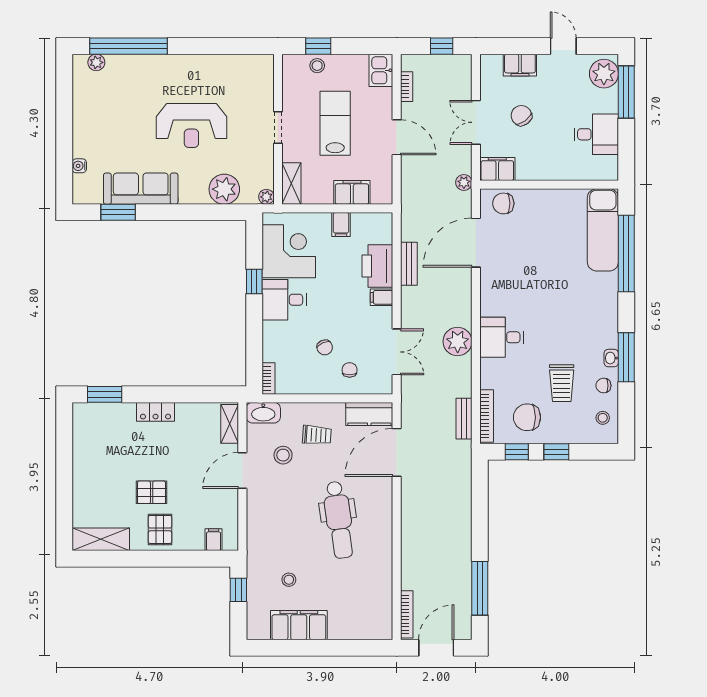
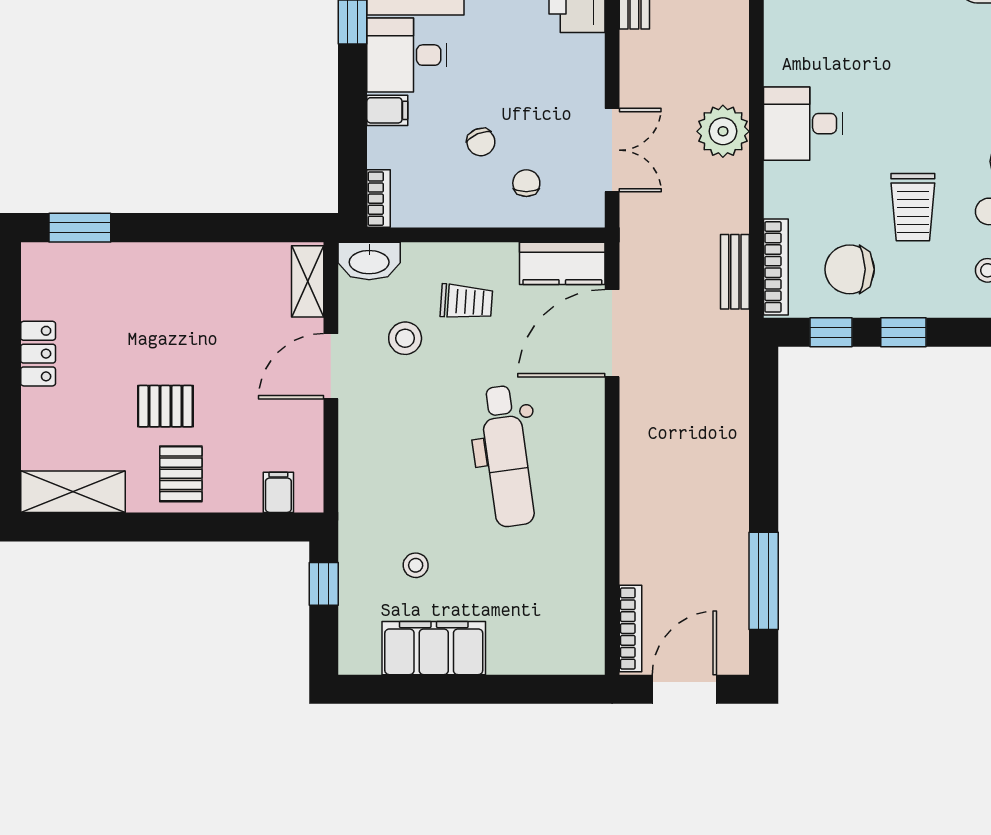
filing cabinet: (382, 297) -> (387, 110), moved, turned 180
locker: (156, 412) -> (38, 354), moved, turned -90

